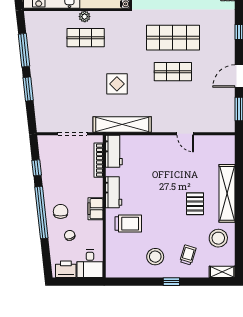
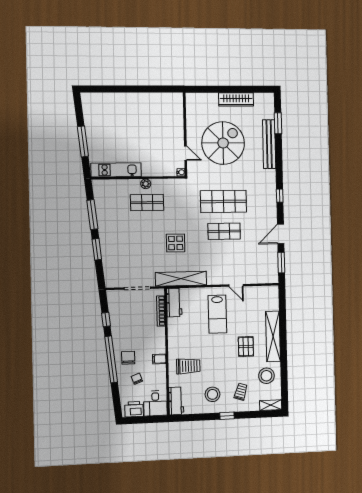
lab bench: (163, 166) -> (217, 314), added
workbench: (114, 192) -> (176, 401), moved
filing cabinet: (95, 209) -> (159, 359), width x0.50

